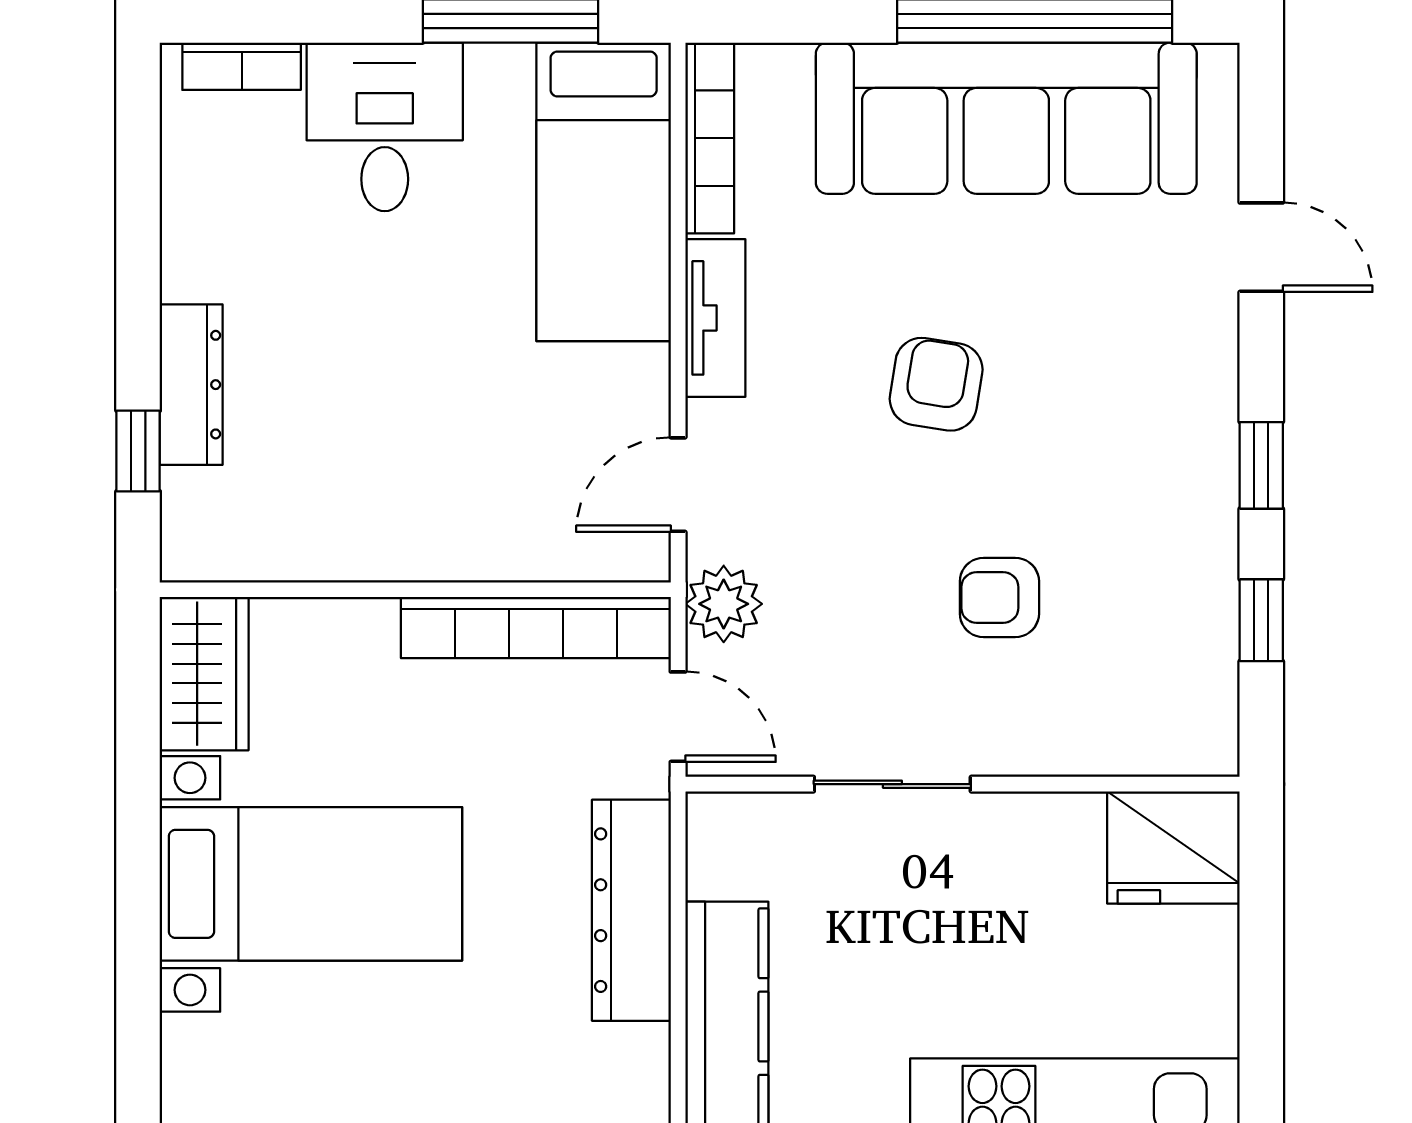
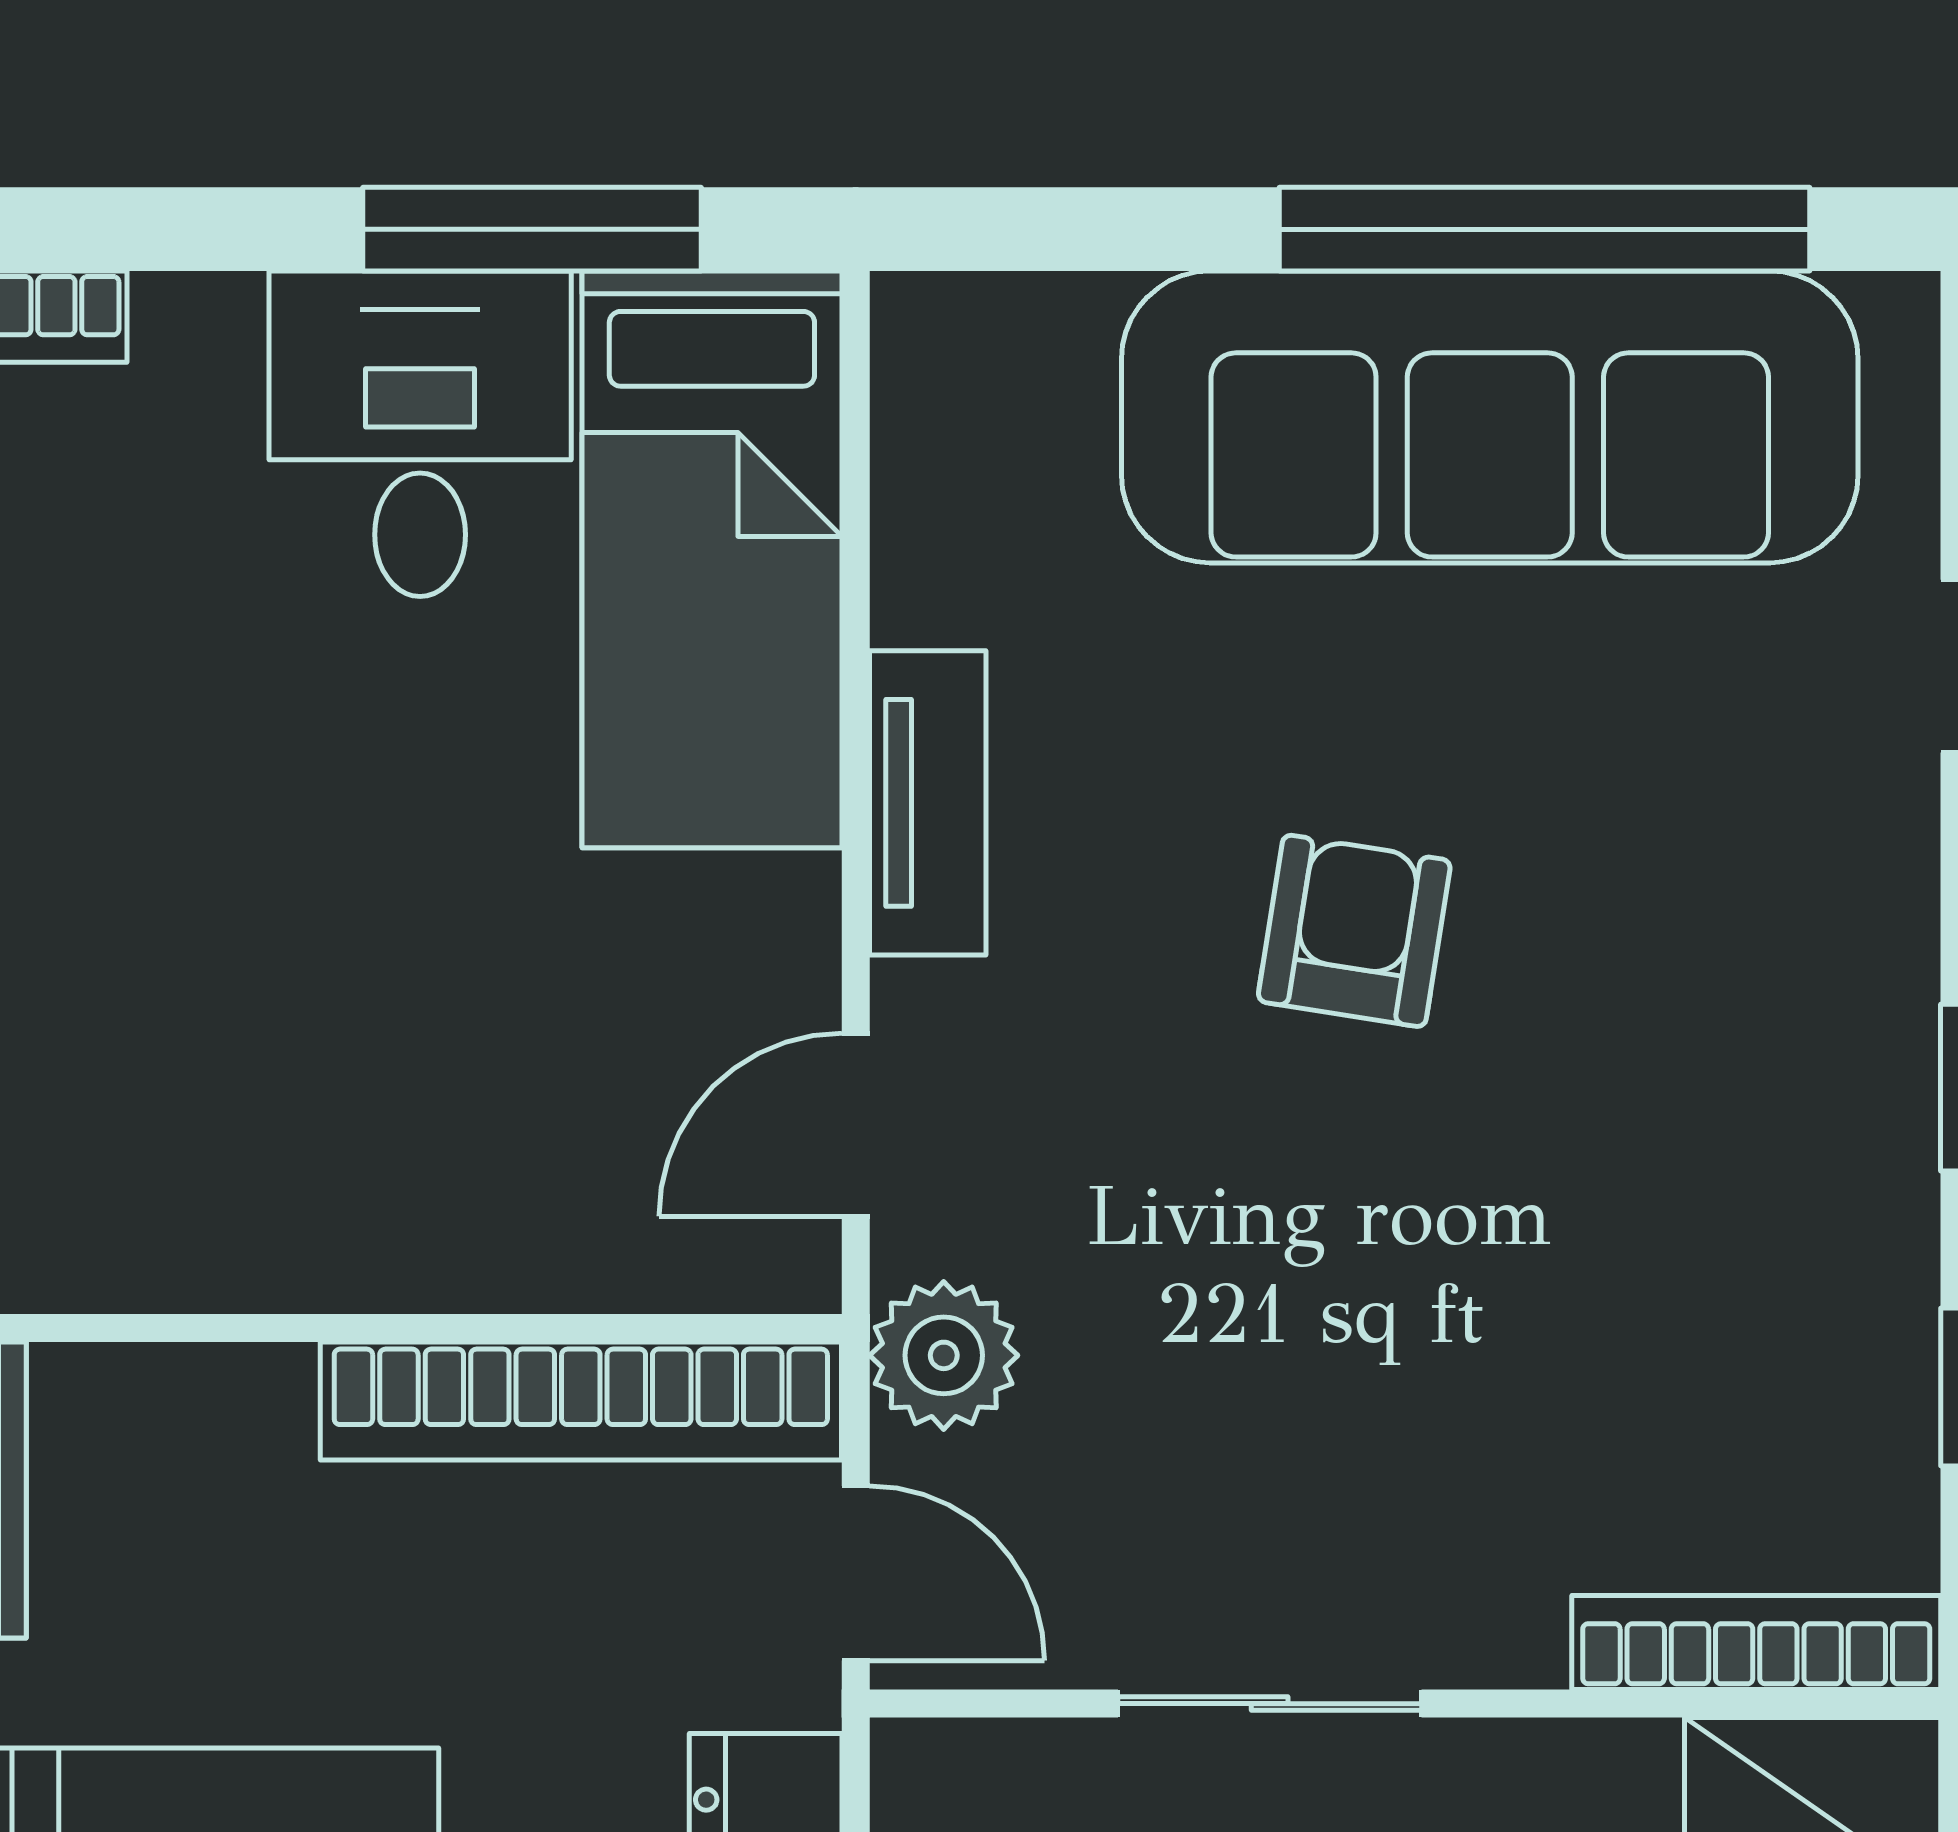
desk: (385, 127) -> (420, 434), moved
bookcase: (710, 138) -> (1756, 1642), moved, turned -90
armchair: (999, 598) -> (1476, 1343), removed

